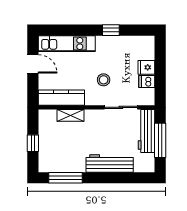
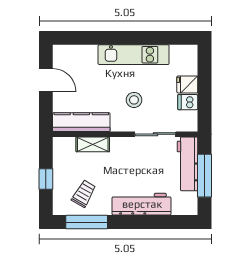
window: (111, 30) -> (143, 38), removed
kitchen unit: (67, 44) -> (134, 55), moved
trolley: (63, 155) -> (84, 194), added

